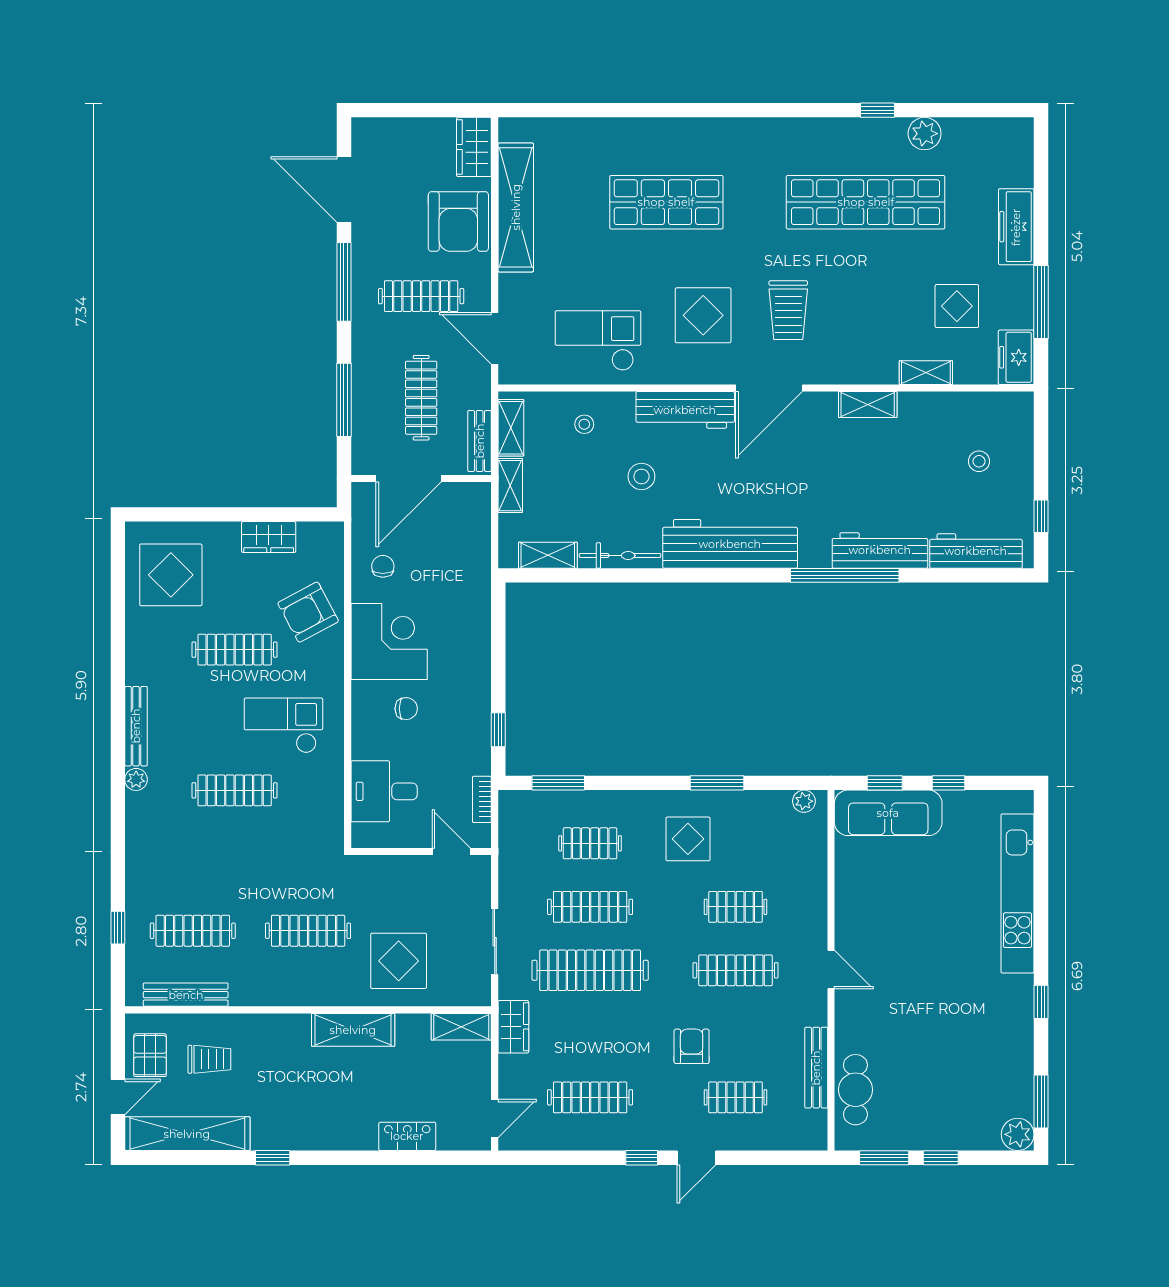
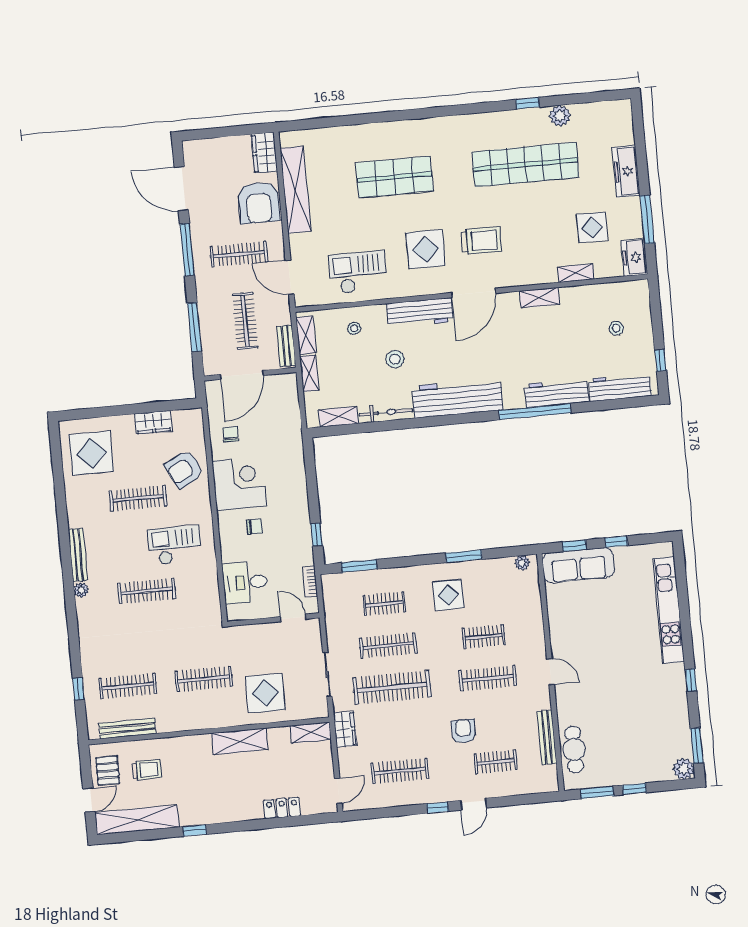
trolley: (788, 310) -> (481, 241), turned -89

